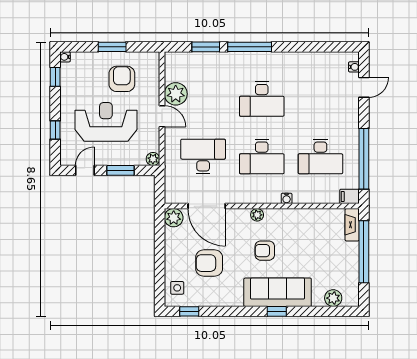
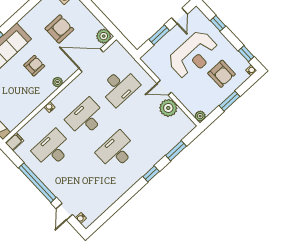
window: (250, 47) -> (151, 174), width x0.46
armchair: (122, 79) -> (222, 74), moved
plant: (153, 159) -> (200, 116), moved
window: (364, 159) -> (37, 183), moved

